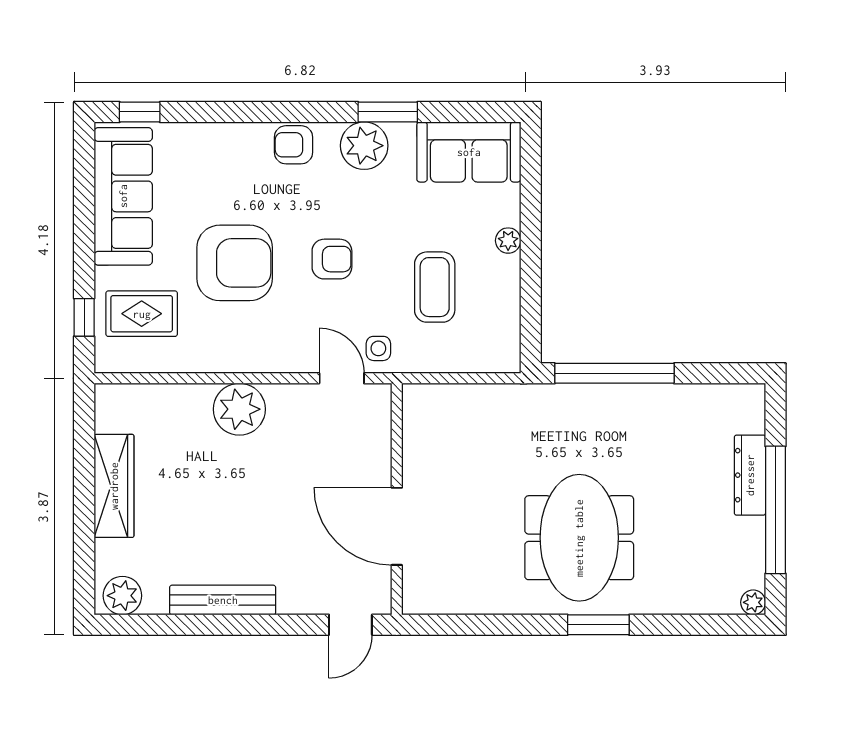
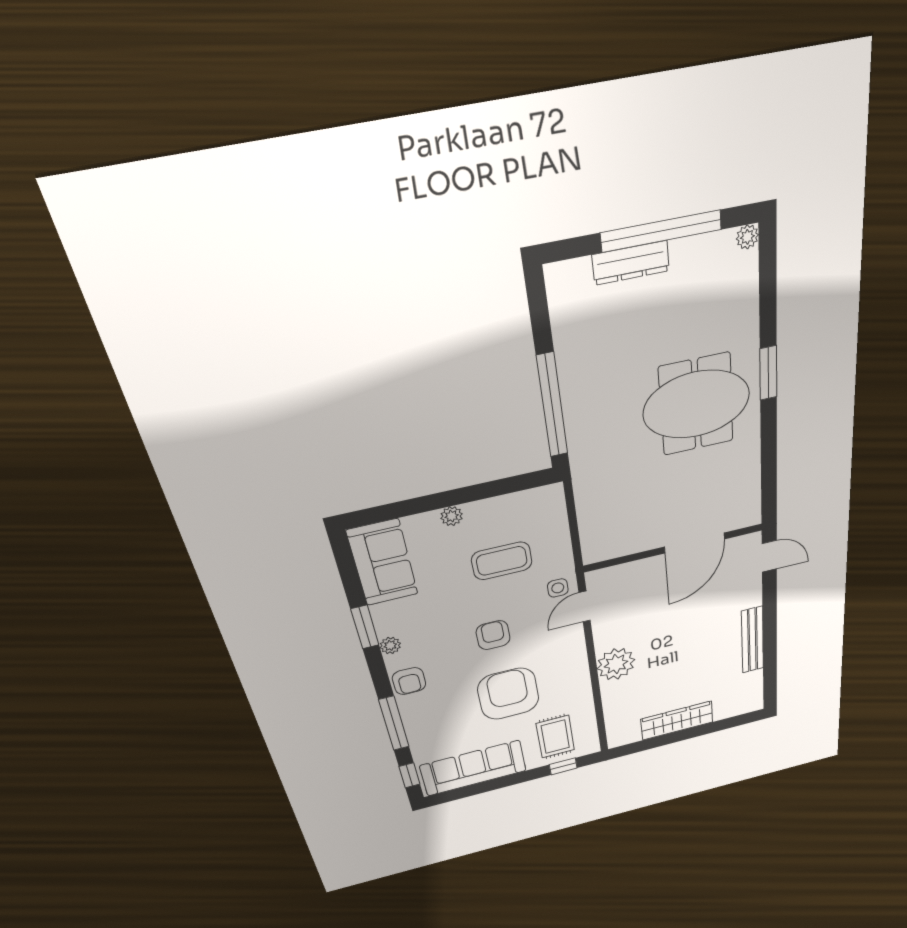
window: (233, 112) -> (394, 723), added
plant: (364, 146) -> (390, 645), width x0.53, depth x0.53
plant: (122, 596) -> (751, 697), removed

